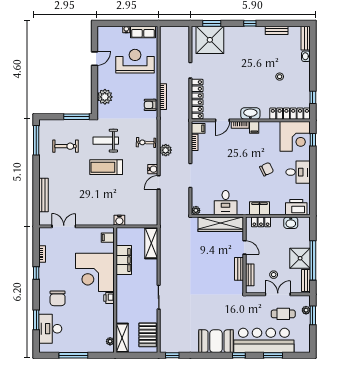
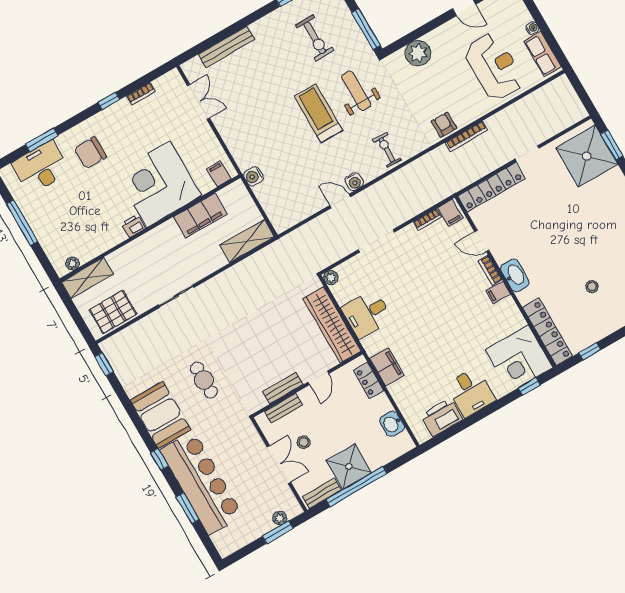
plant: (166, 150) -> (392, 184), removed
chair: (267, 169) -> (449, 345), removed
printer: (296, 207) -> (442, 417), moved, turned -90
cafe table: (283, 314) -> (204, 380), moved

